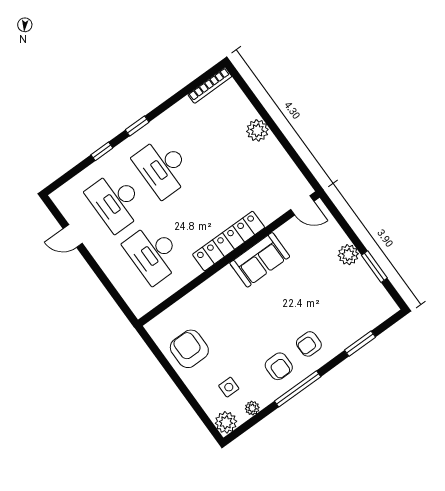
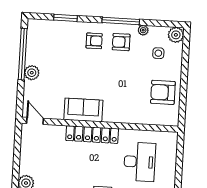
window: (374, 267) -> (23, 54), width x2.11
armchair: (189, 349) -> (163, 92), turned 90
armchair: (279, 366) -> (121, 42), turned -90
plant: (252, 408) -> (143, 30), moved

